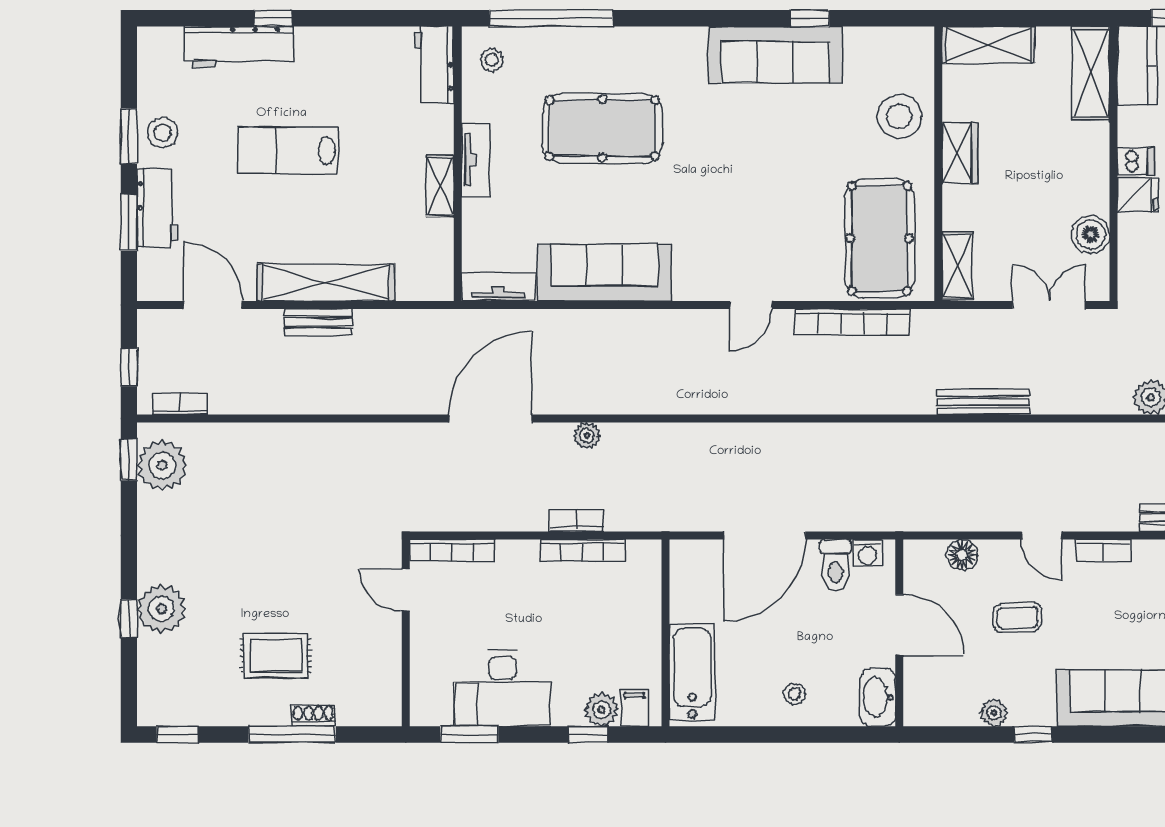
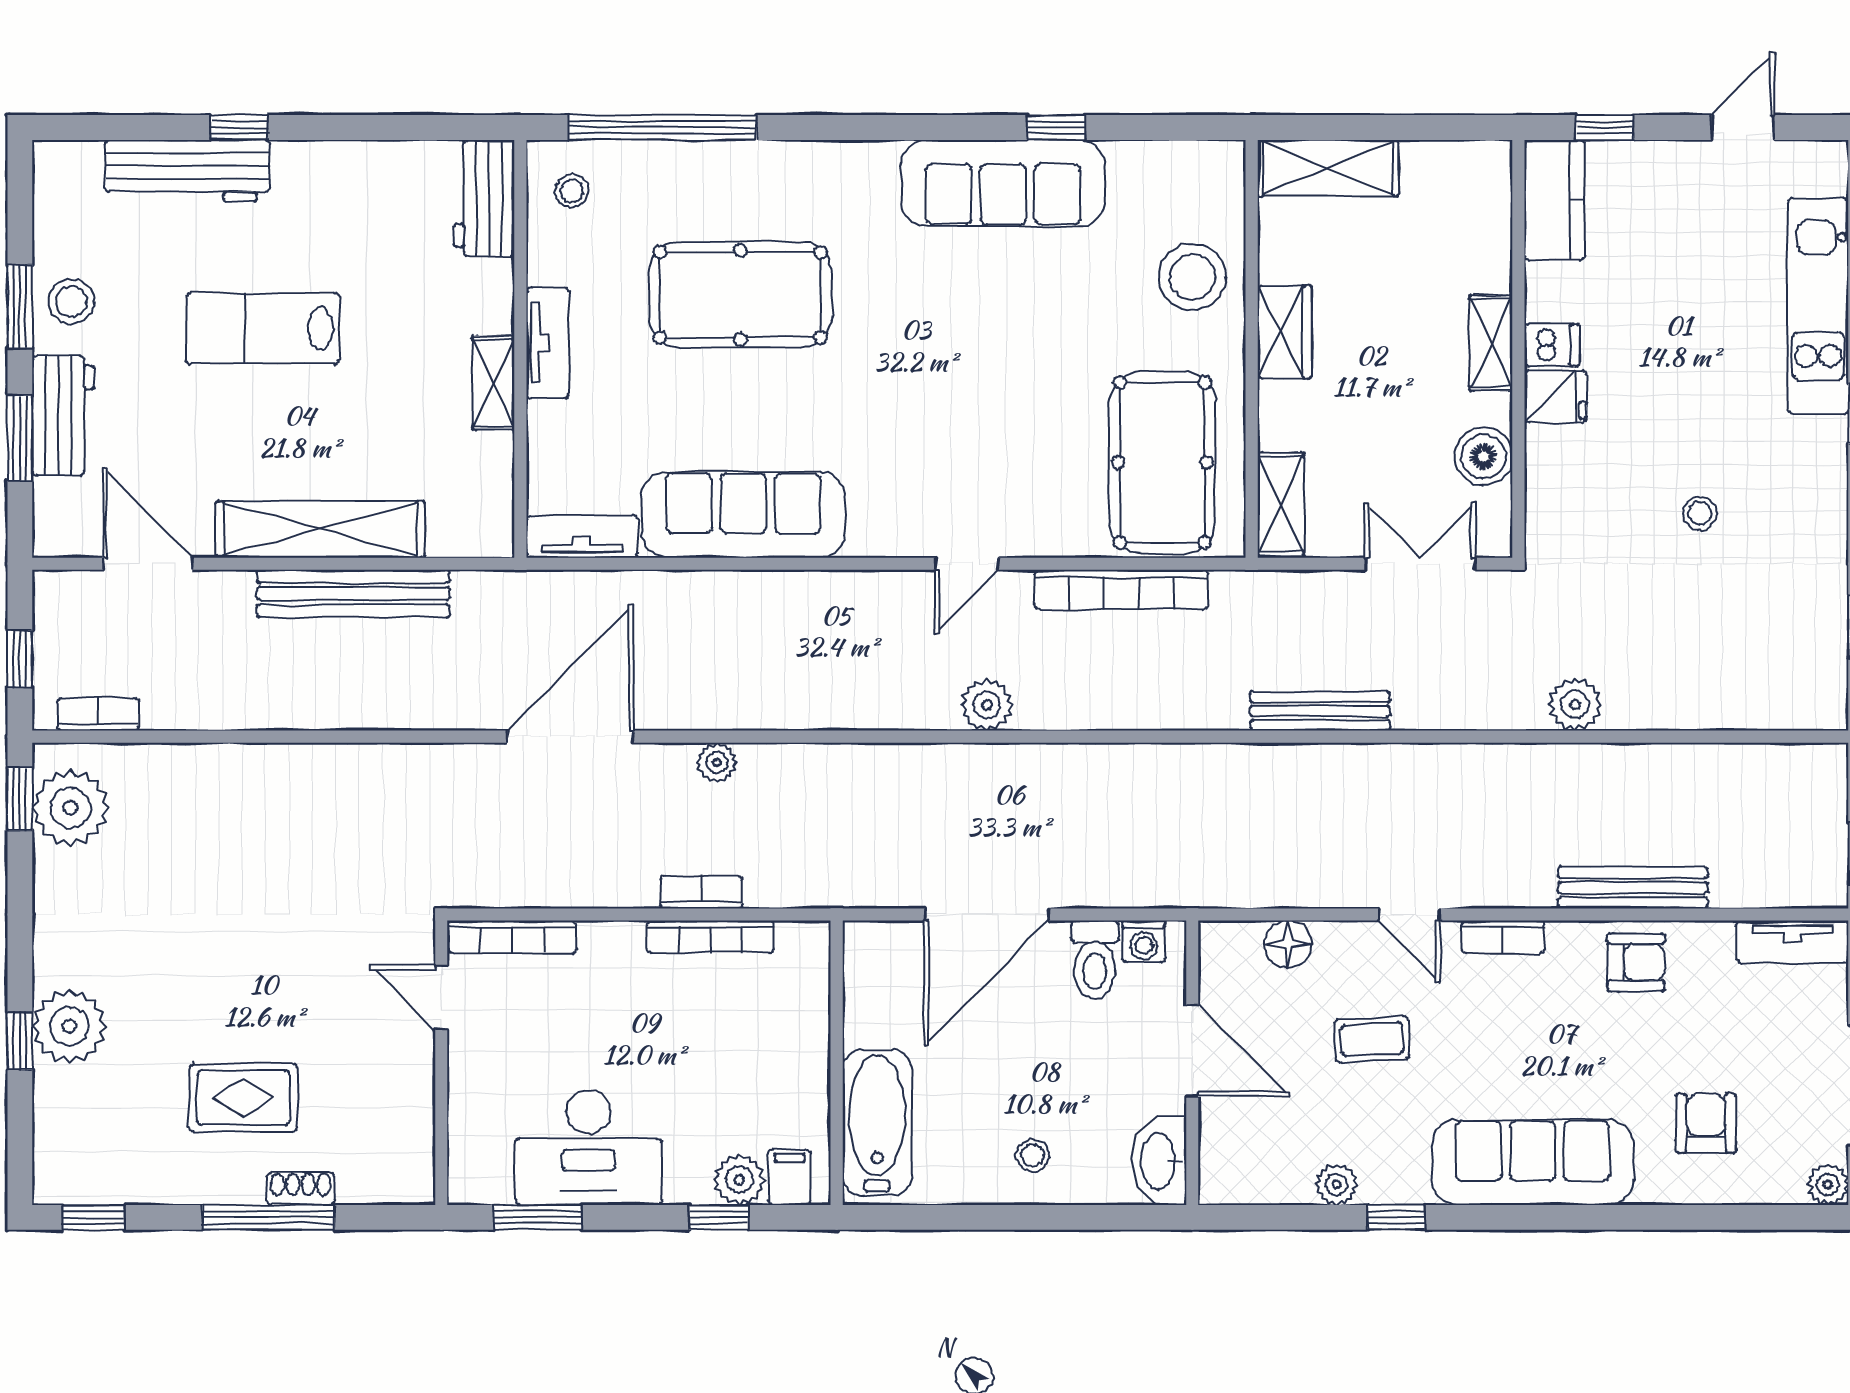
shelving: (1091, 73) -> (1491, 343), moved, width x0.67, depth x0.75
bench: (318, 322) -> (353, 594), width x1.86, depth x1.21
plant: (764, 398) -> (987, 705), added

